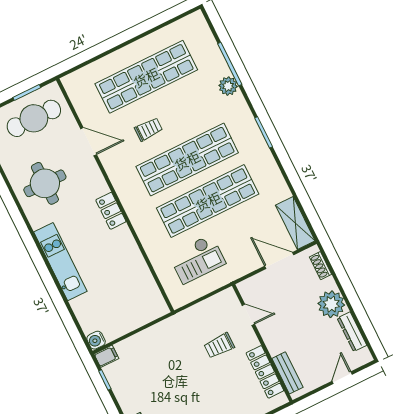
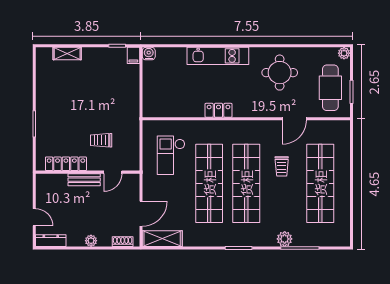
locker: (111, 211) -> (219, 110), moved
plant: (331, 304) -> (91, 241), width x0.53, depth x0.53
dresser: (352, 332) -> (51, 241), moved
trolley: (219, 346) -> (101, 140), turned -90
bench: (287, 373) -> (84, 180), moved

